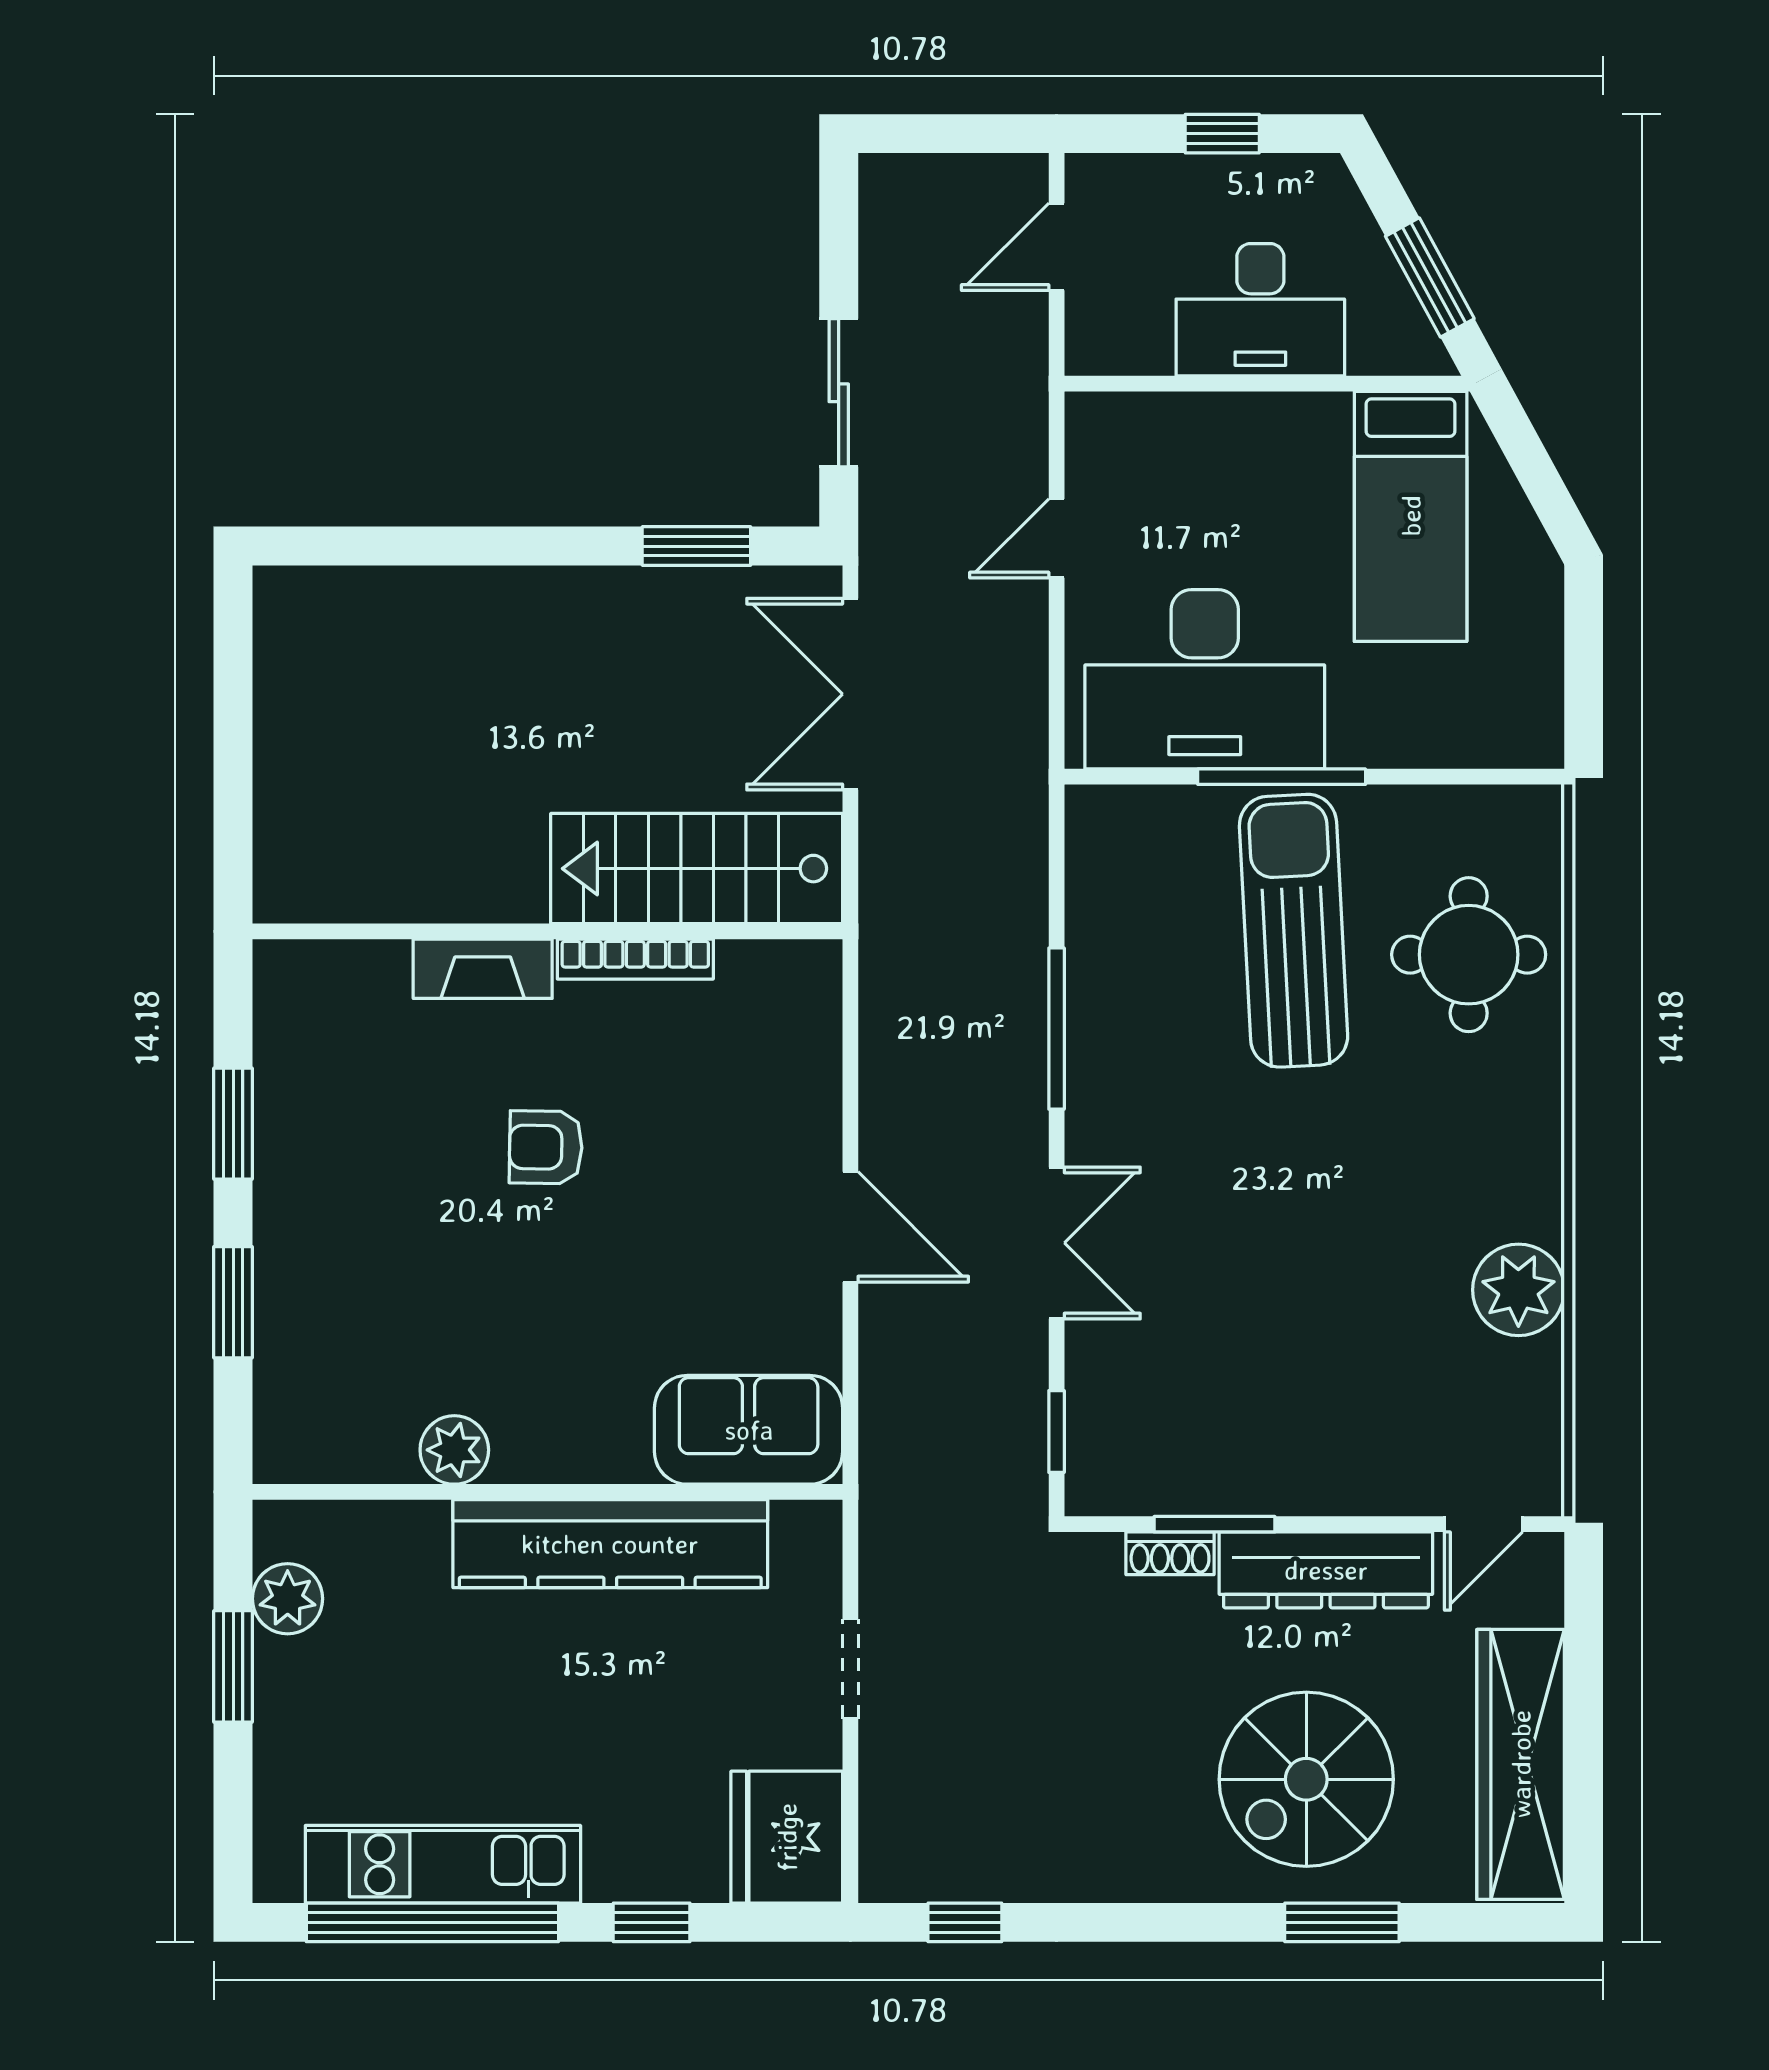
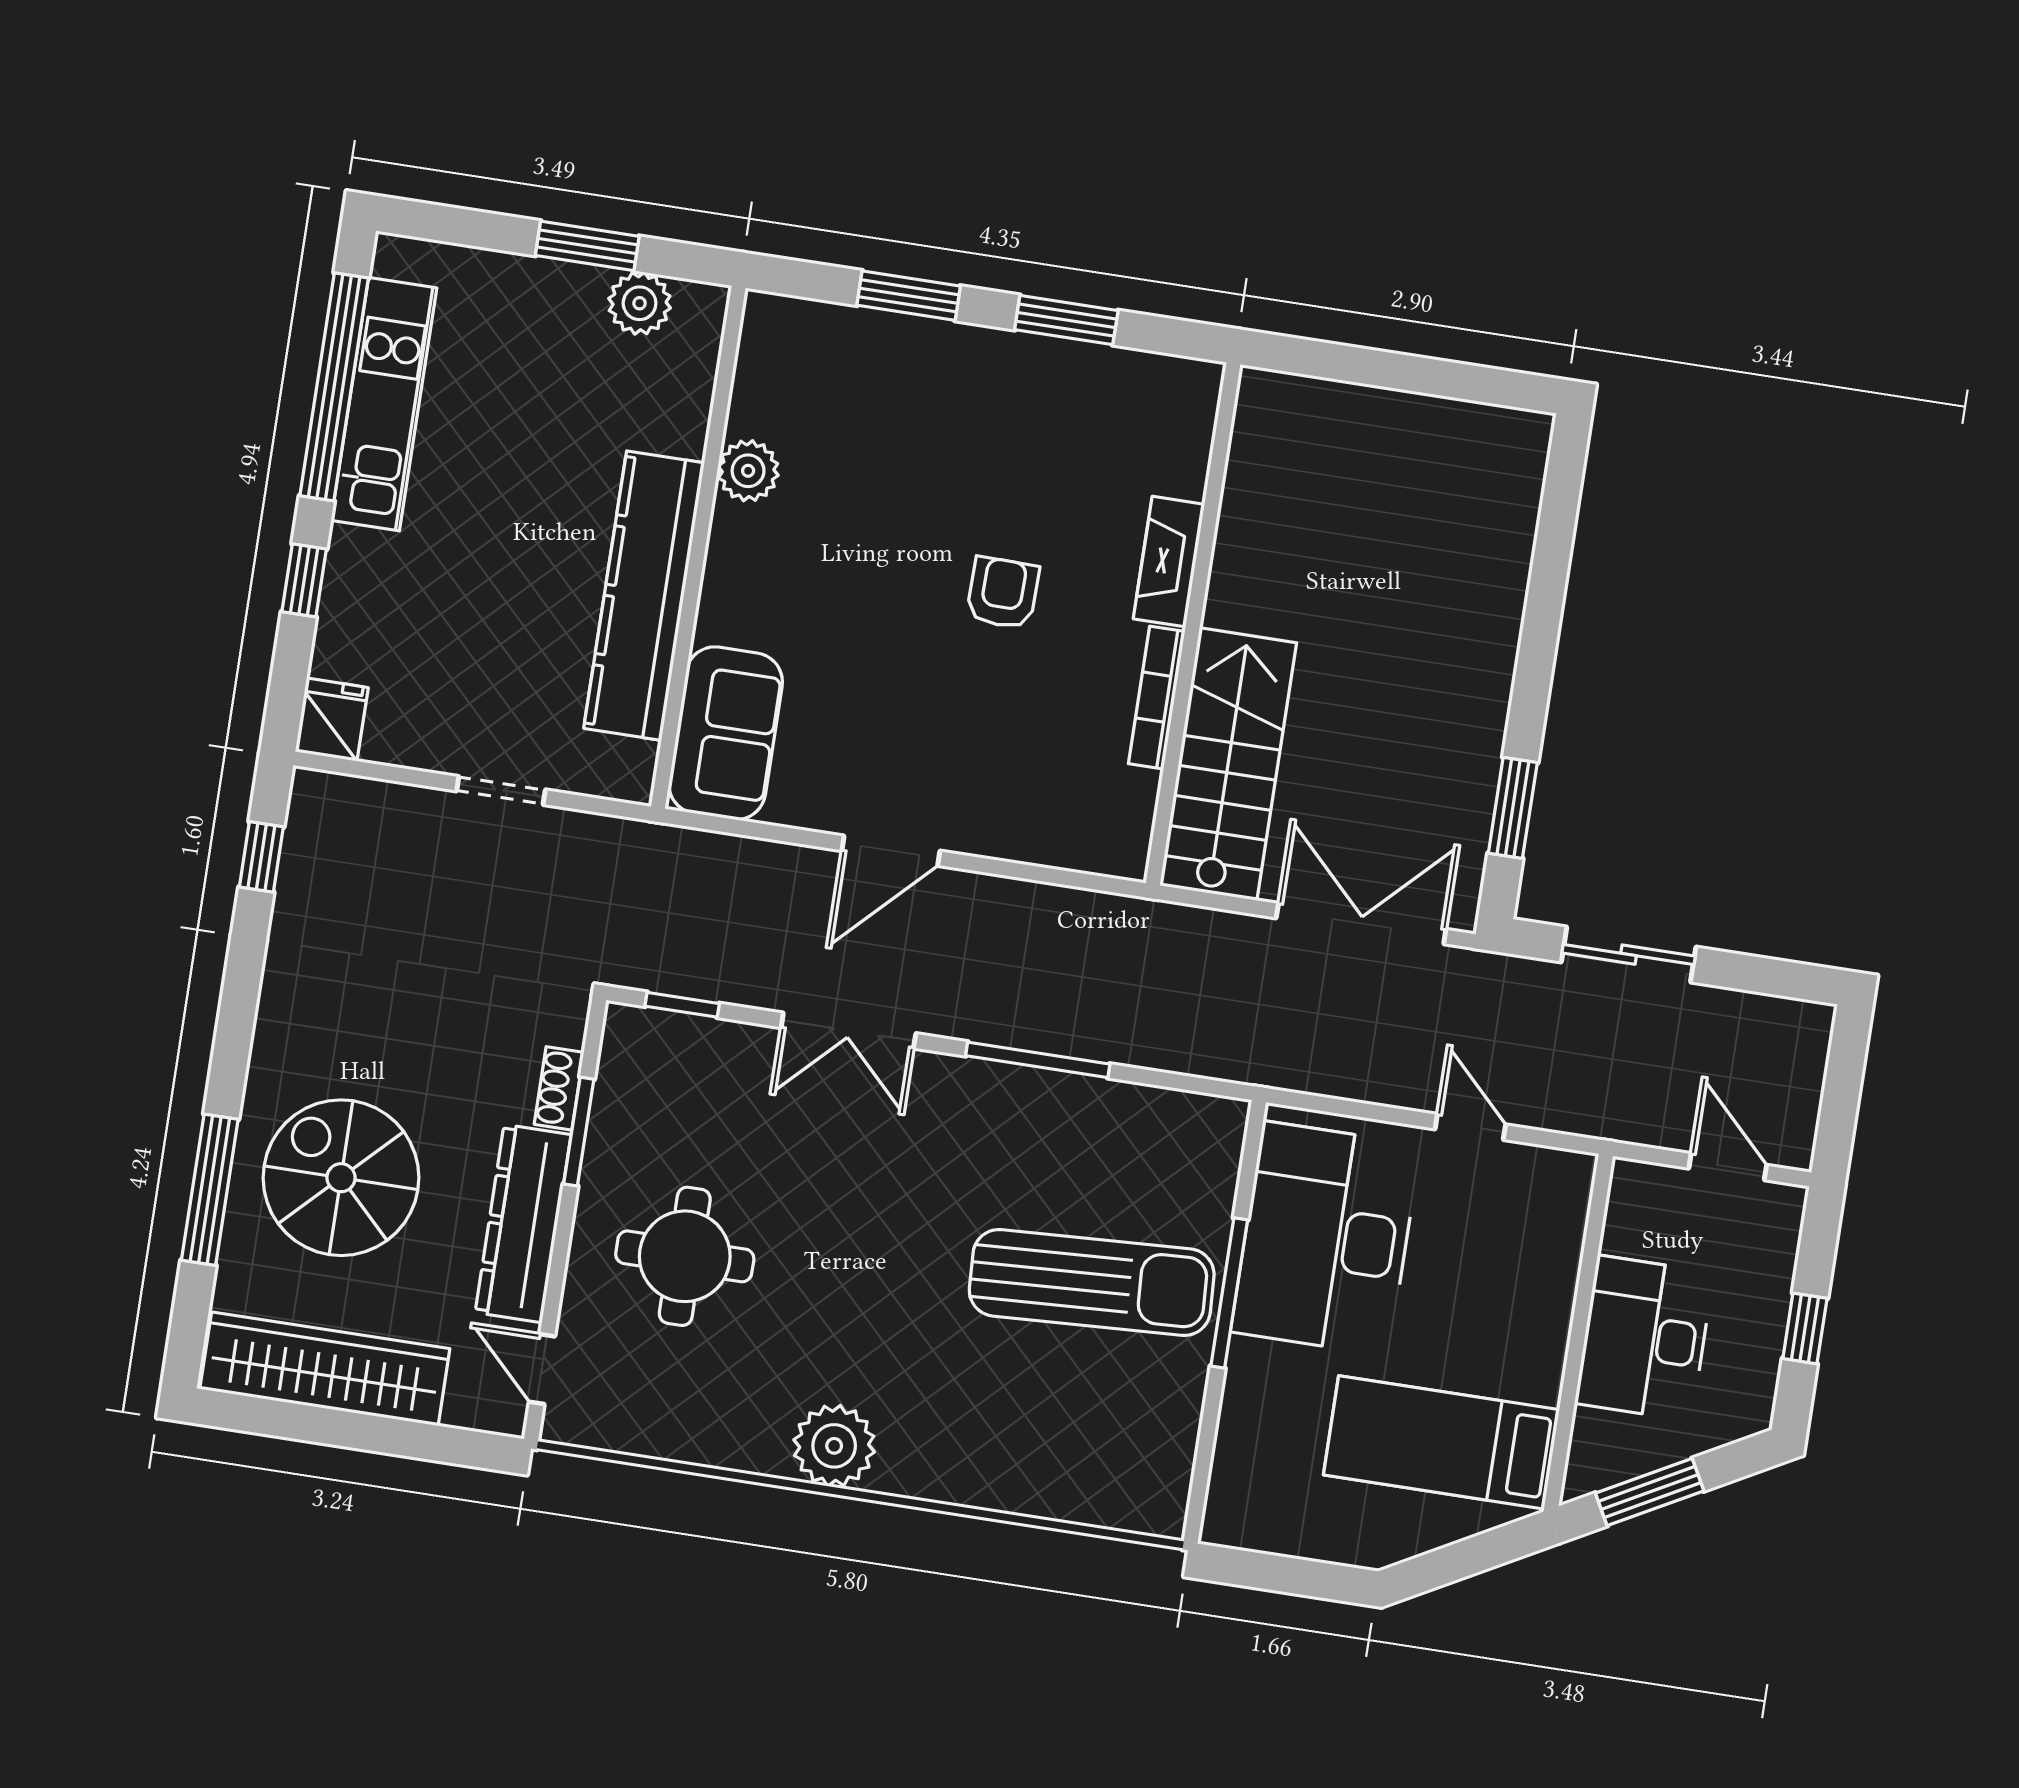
round table: (1469, 955) -> (685, 1256), moved
plant: (1518, 1290) -> (834, 1446), moved
fridge: (787, 1837) -> (332, 720), width x0.53, depth x0.75
window: (1342, 1922) -> (210, 1190), width x1.44

